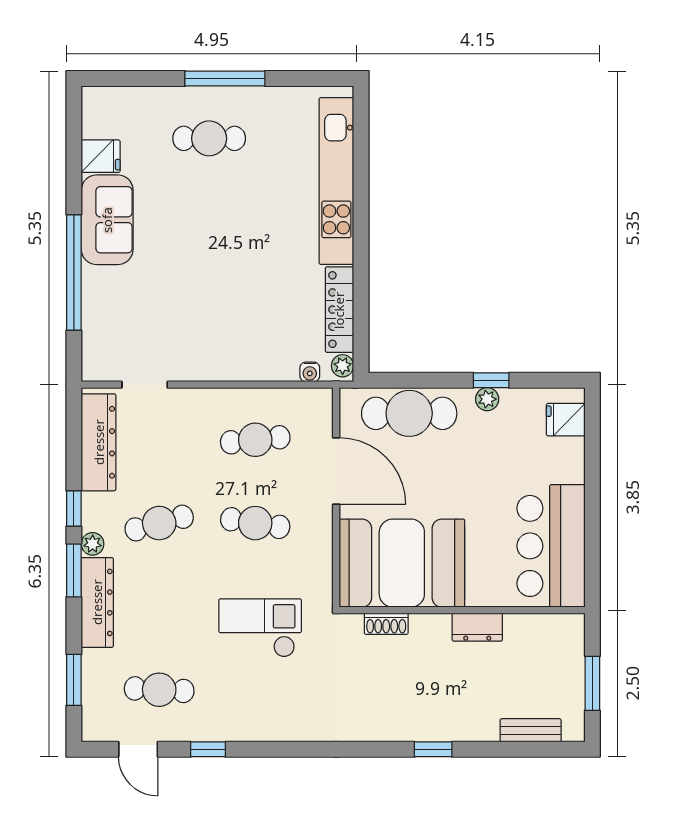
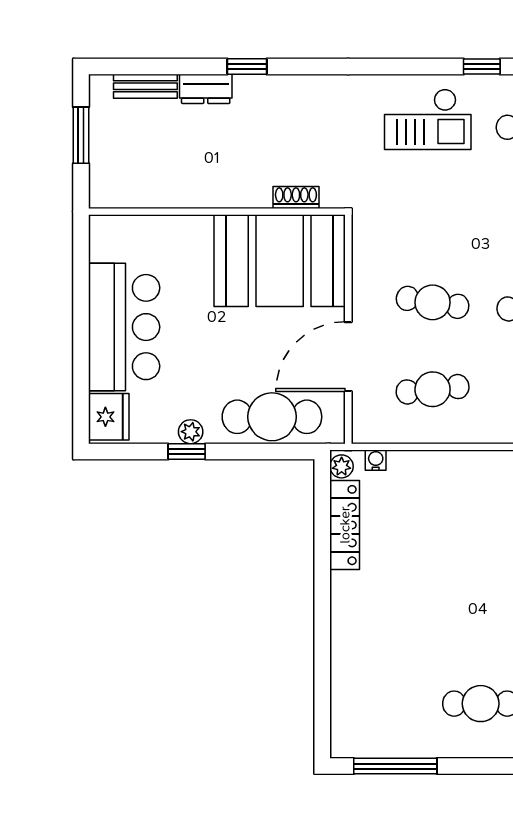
window: (225, 78) -> (395, 766), moved
kitchen unit: (336, 181) -> (348, 659), removed
fridge: (566, 420) -> (109, 417), width x1.38
door: (336, 471) -> (348, 357), hinge flipped
bar counter: (551, 546) -> (124, 327), moved
dresser: (477, 627) -> (206, 89), moved, turned 180
checkout: (260, 628) -> (428, 119), moved

